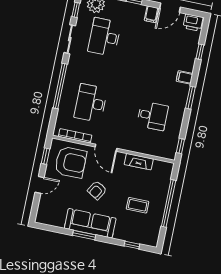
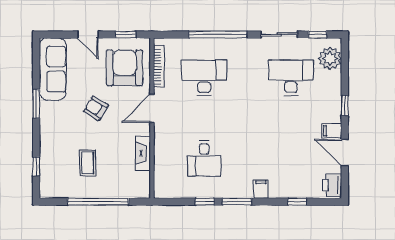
window: (180, 146) -> (205, 202), moved
armchair: (71, 162) -> (125, 68), turned 180
sofa: (90, 223) -> (53, 69), moved

